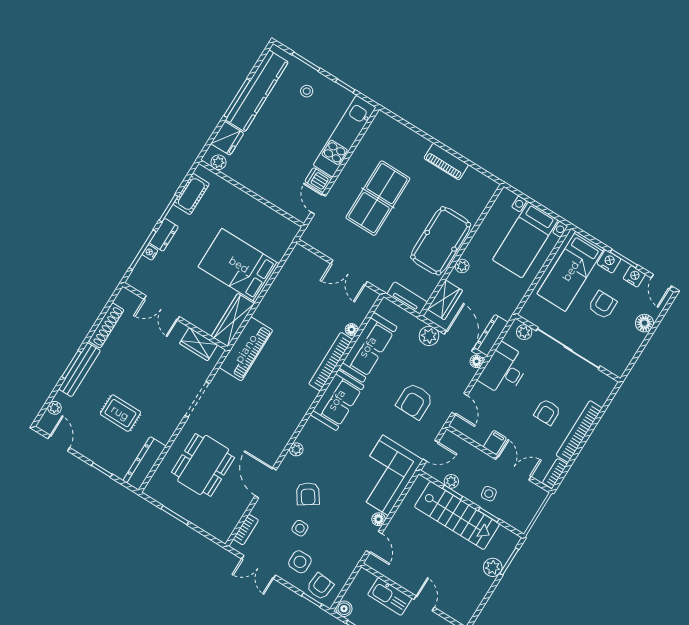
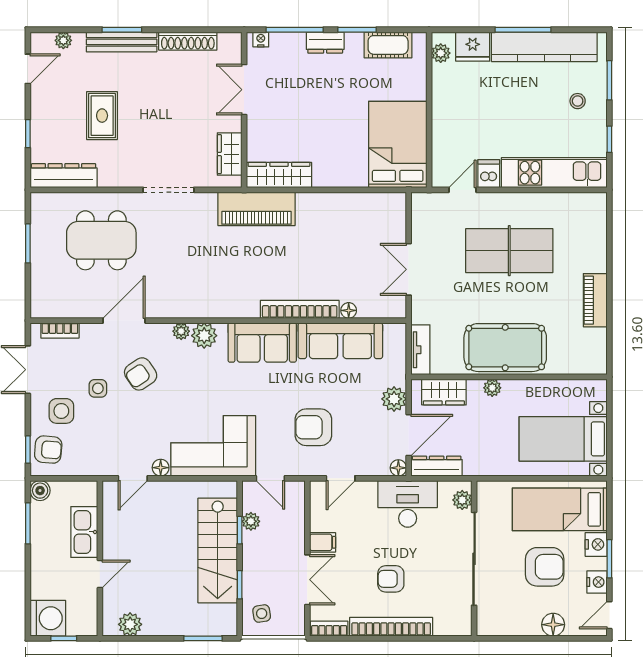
nightstand: (150, 252) -> (261, 39), moved
bed: (239, 265) -> (398, 144), moved
armchair: (603, 305) -> (545, 567), width x1.38, depth x1.38
plant: (309, 436) -> (204, 336), added
side table: (489, 494) -> (262, 614), moved
plant: (493, 567) -> (130, 624), moved

